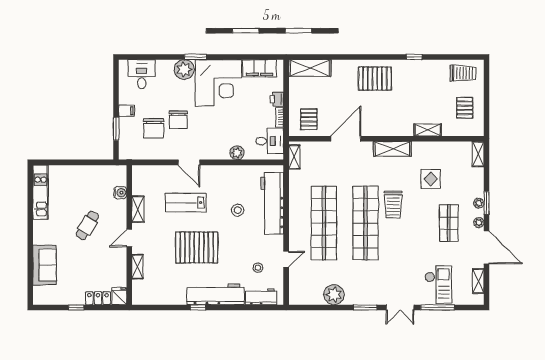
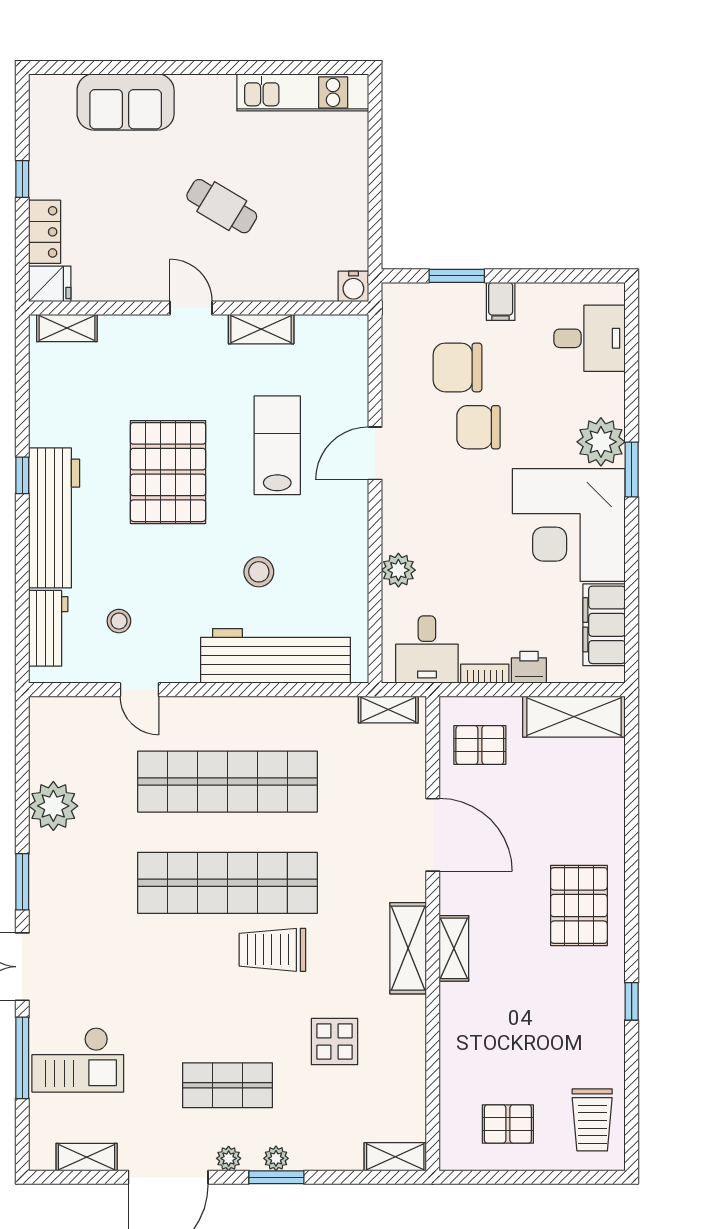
shelving: (310, 68) -> (574, 717), moved, turned 90
shelving: (428, 130) -> (454, 948), moved
water cooler: (120, 193) -> (353, 286), moved
shelving: (137, 267) -> (67, 328), moved

